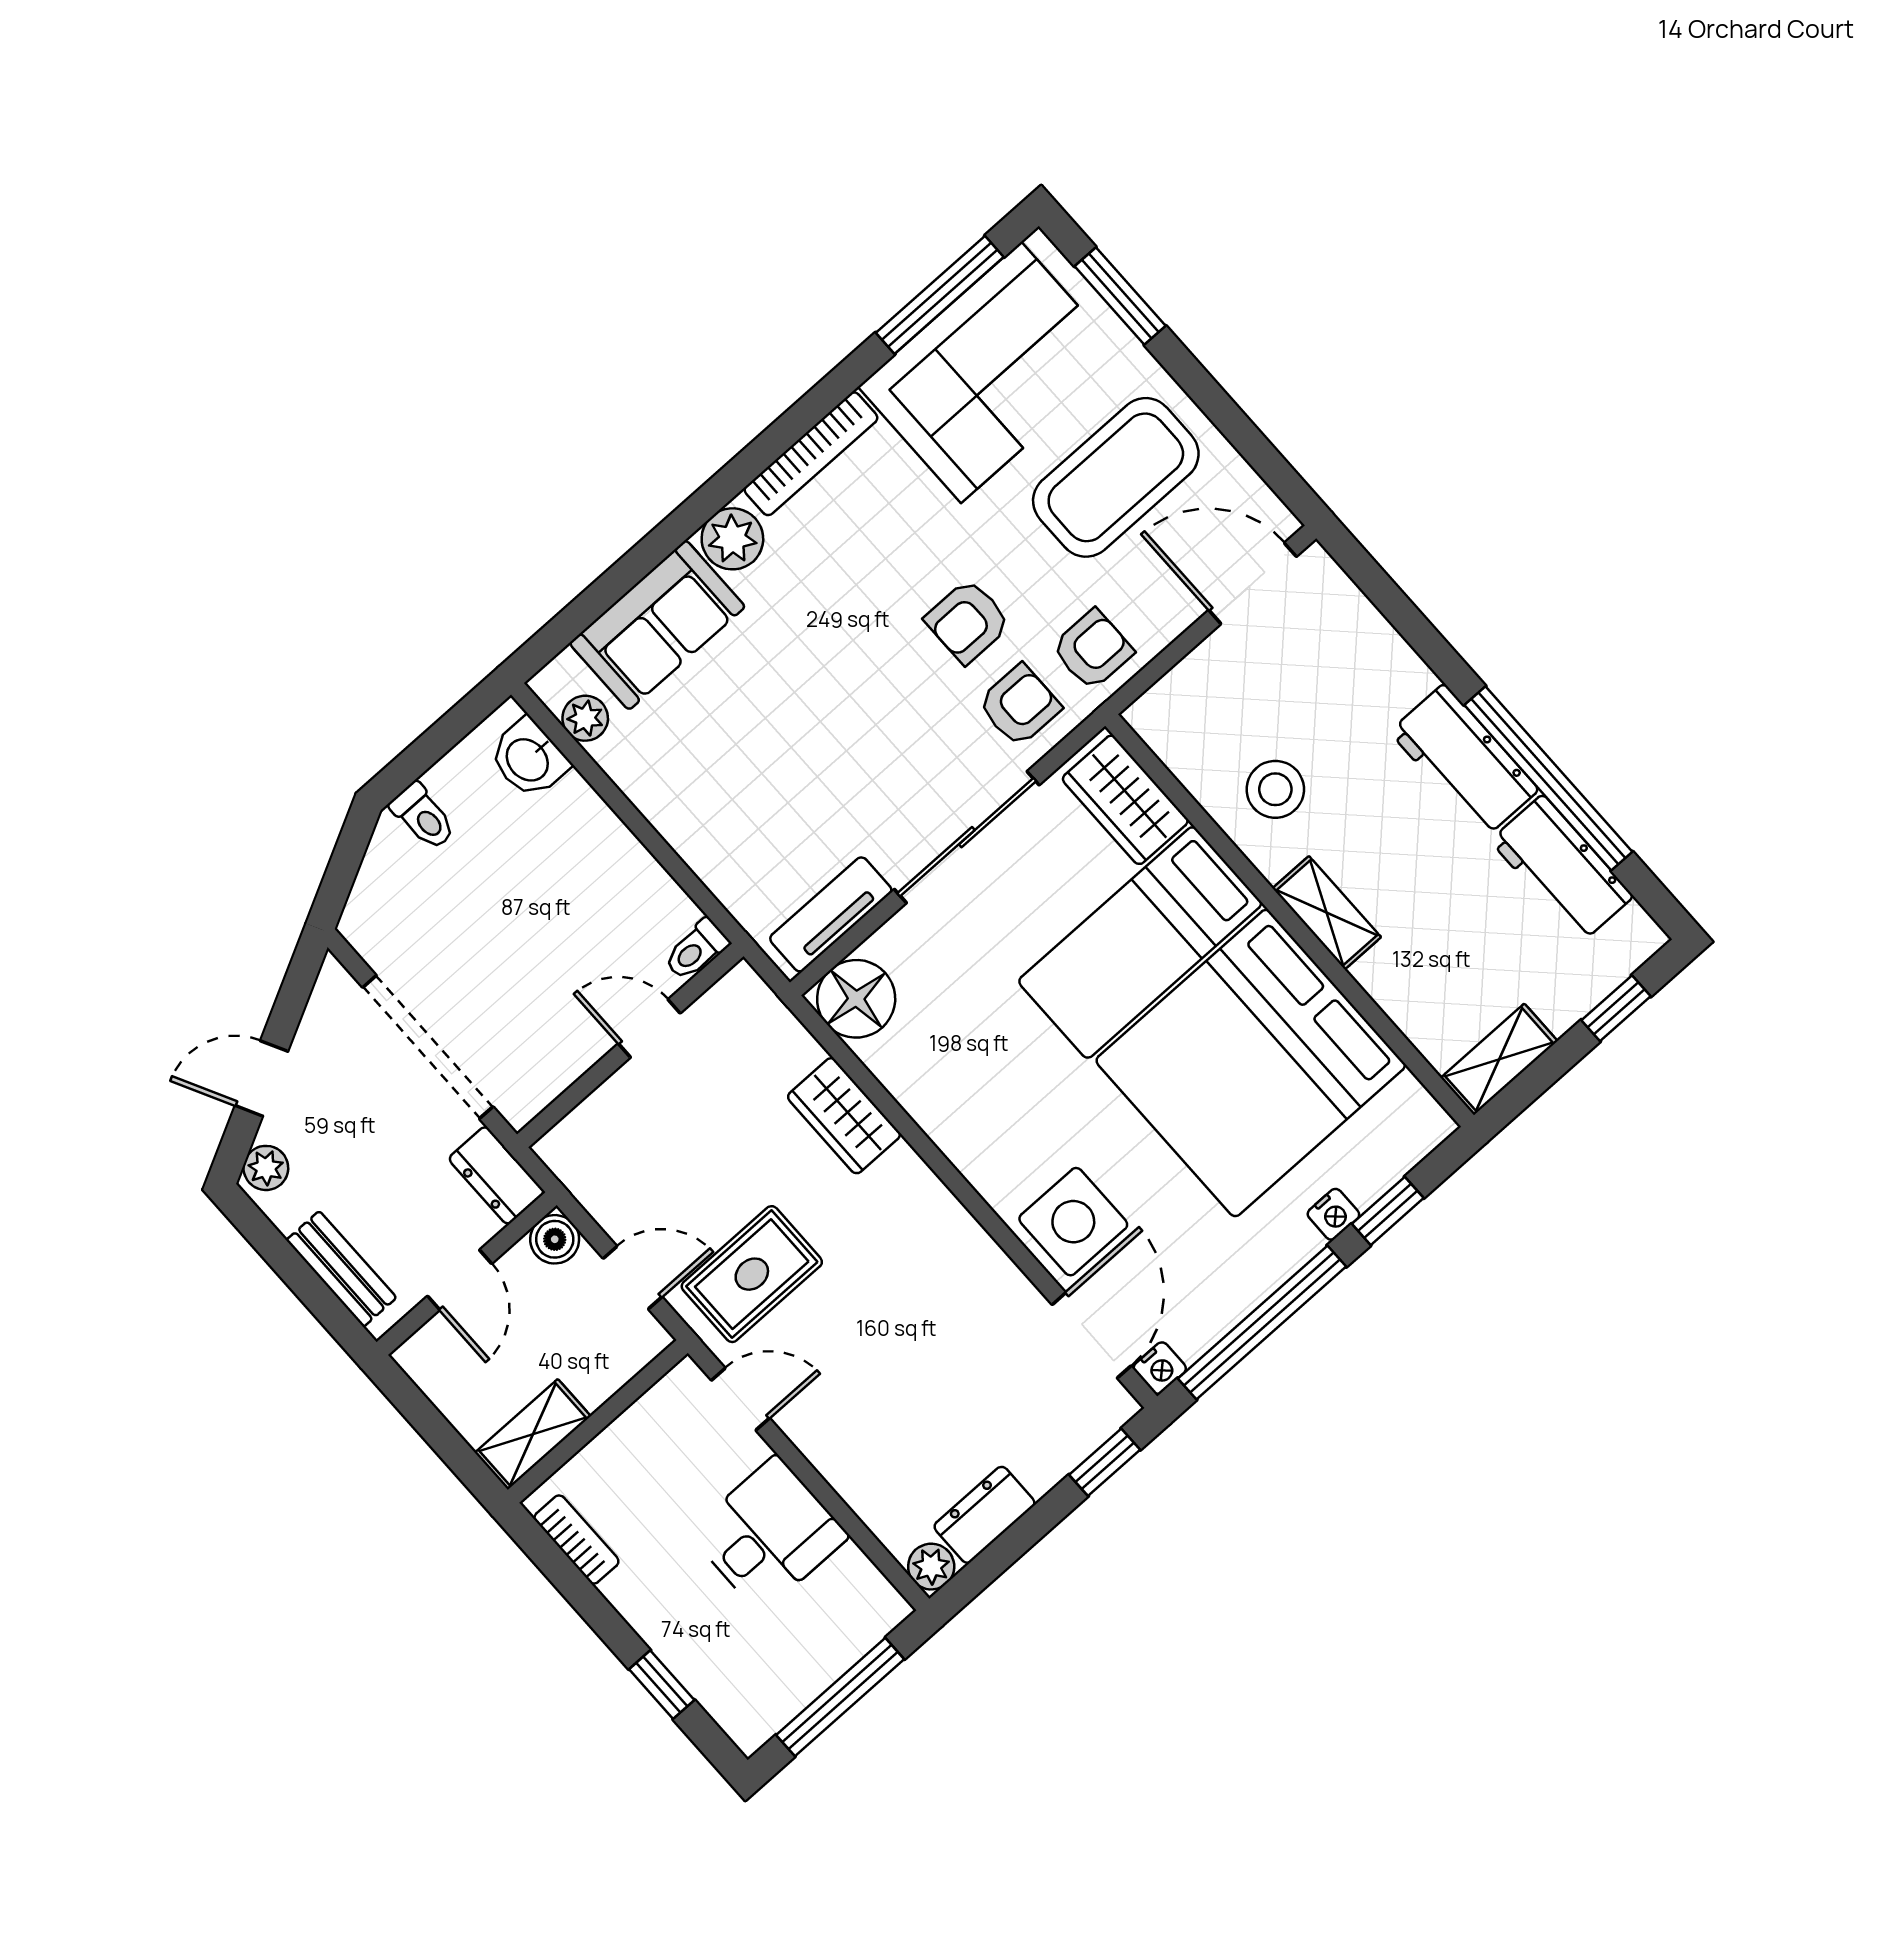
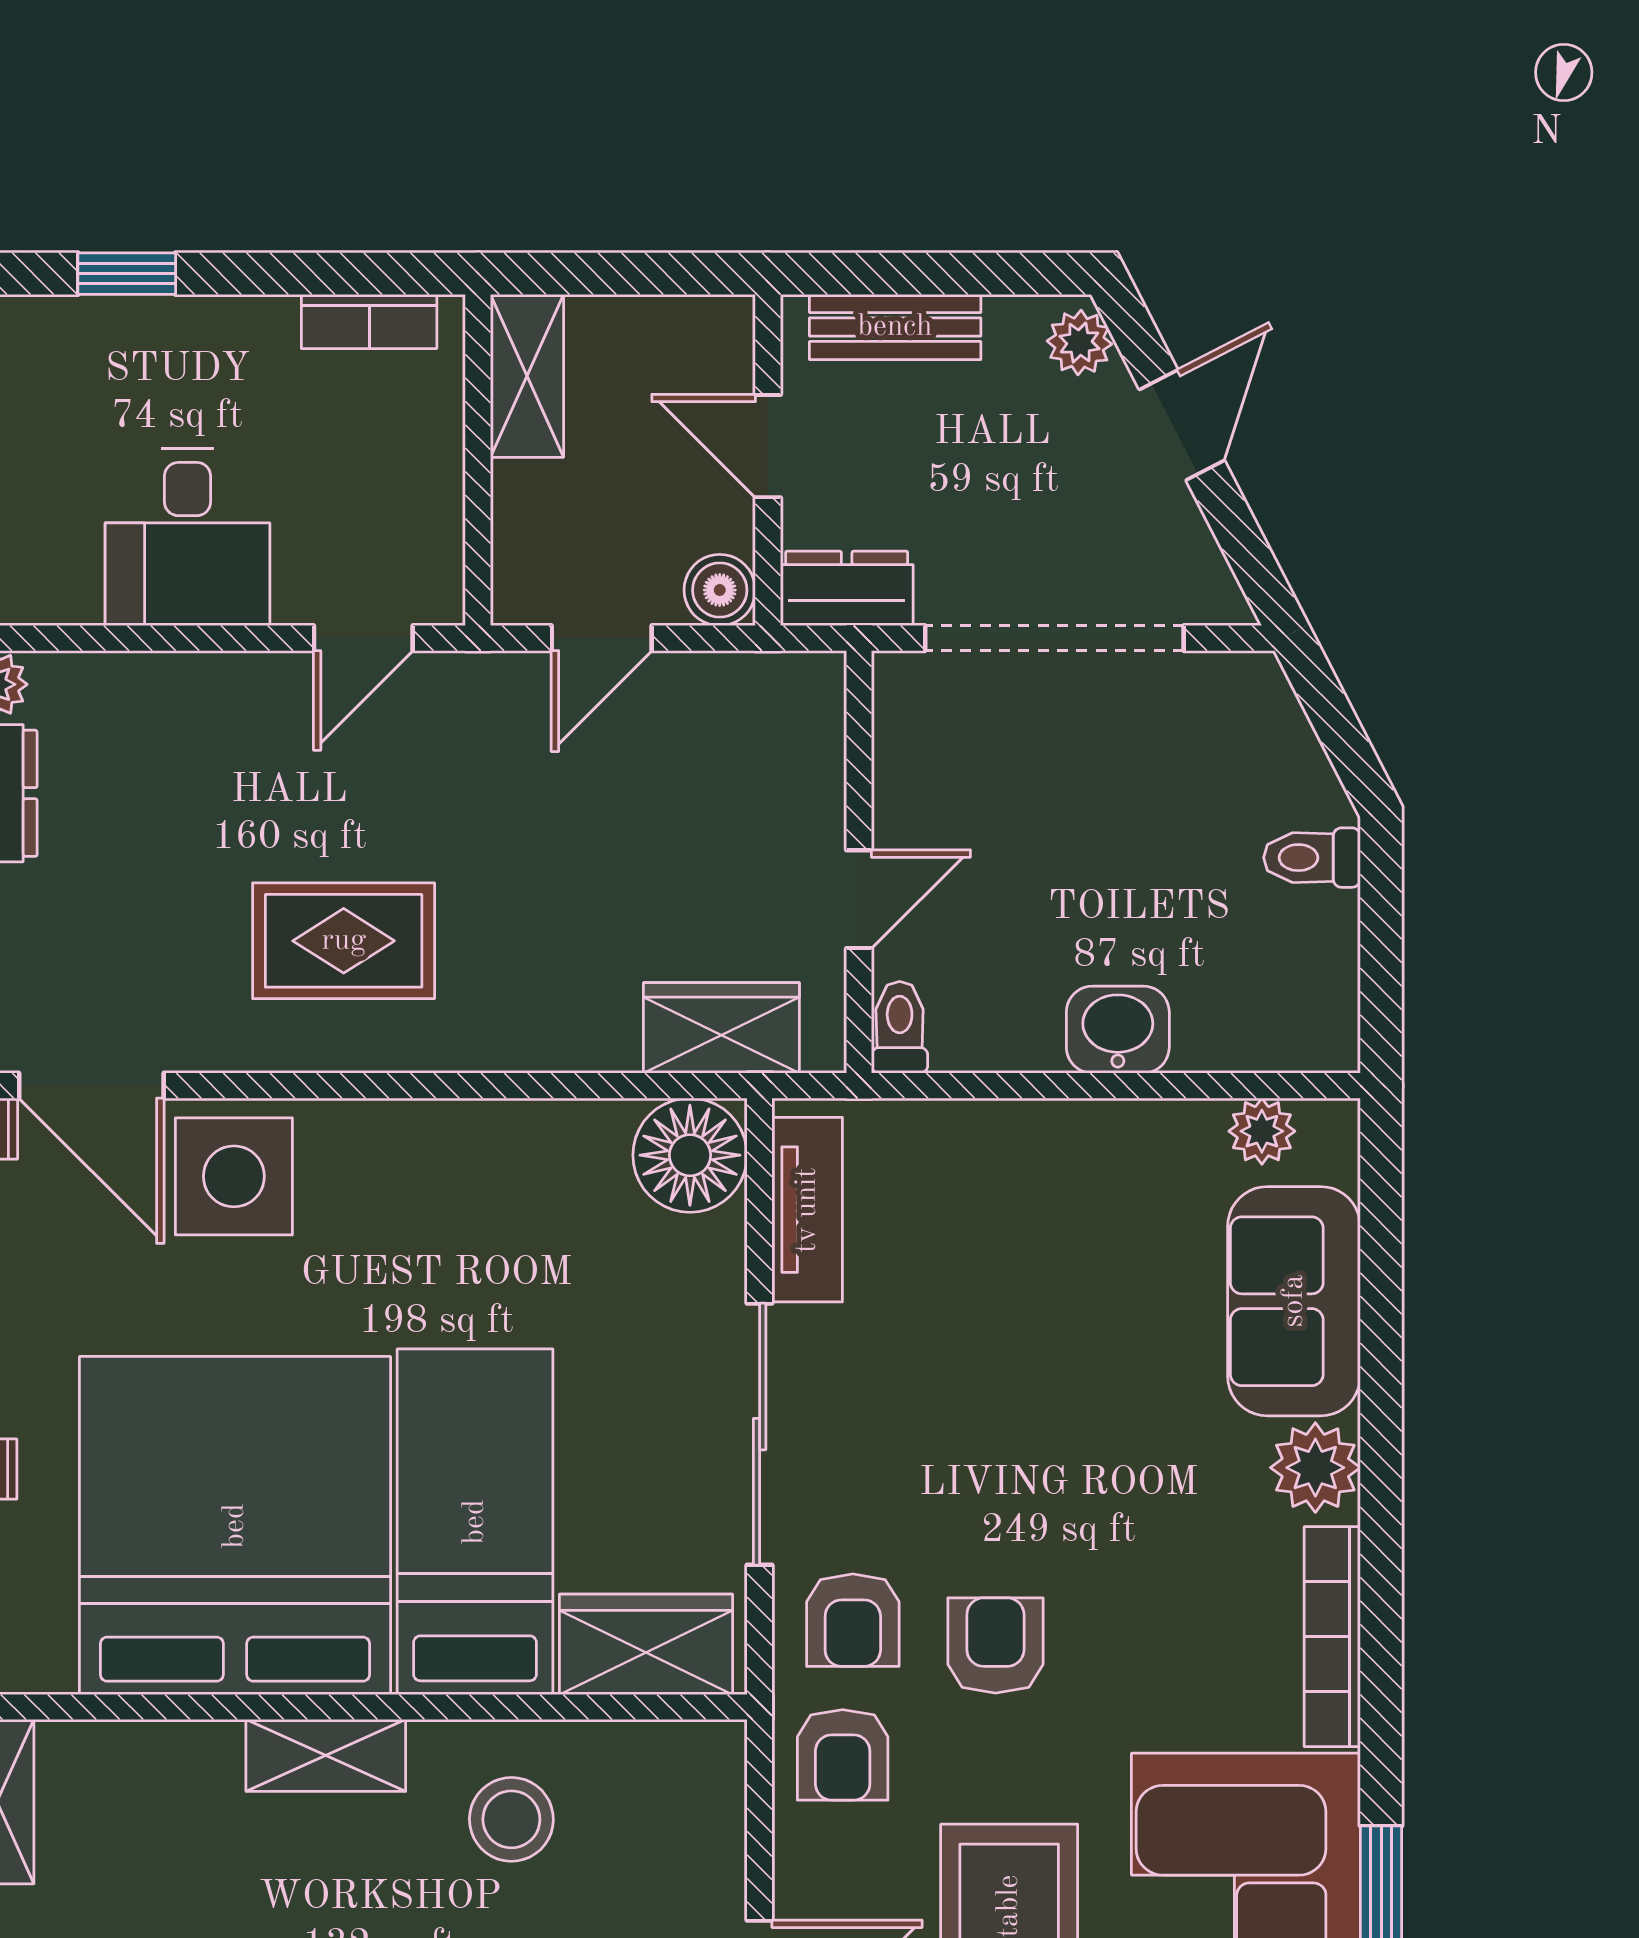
washbasin: (529, 759) -> (1118, 1030), moved
wardrobe: (844, 1116) -> (721, 1028), moved
rug: (752, 1274) -> (344, 941), moved, turned 90

